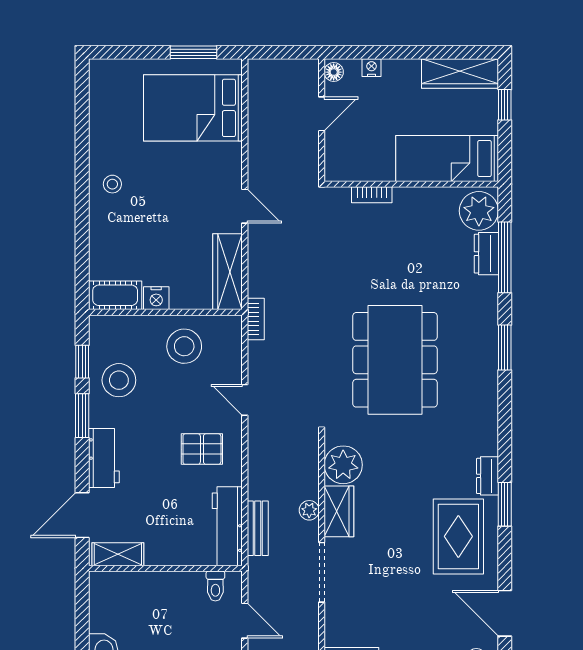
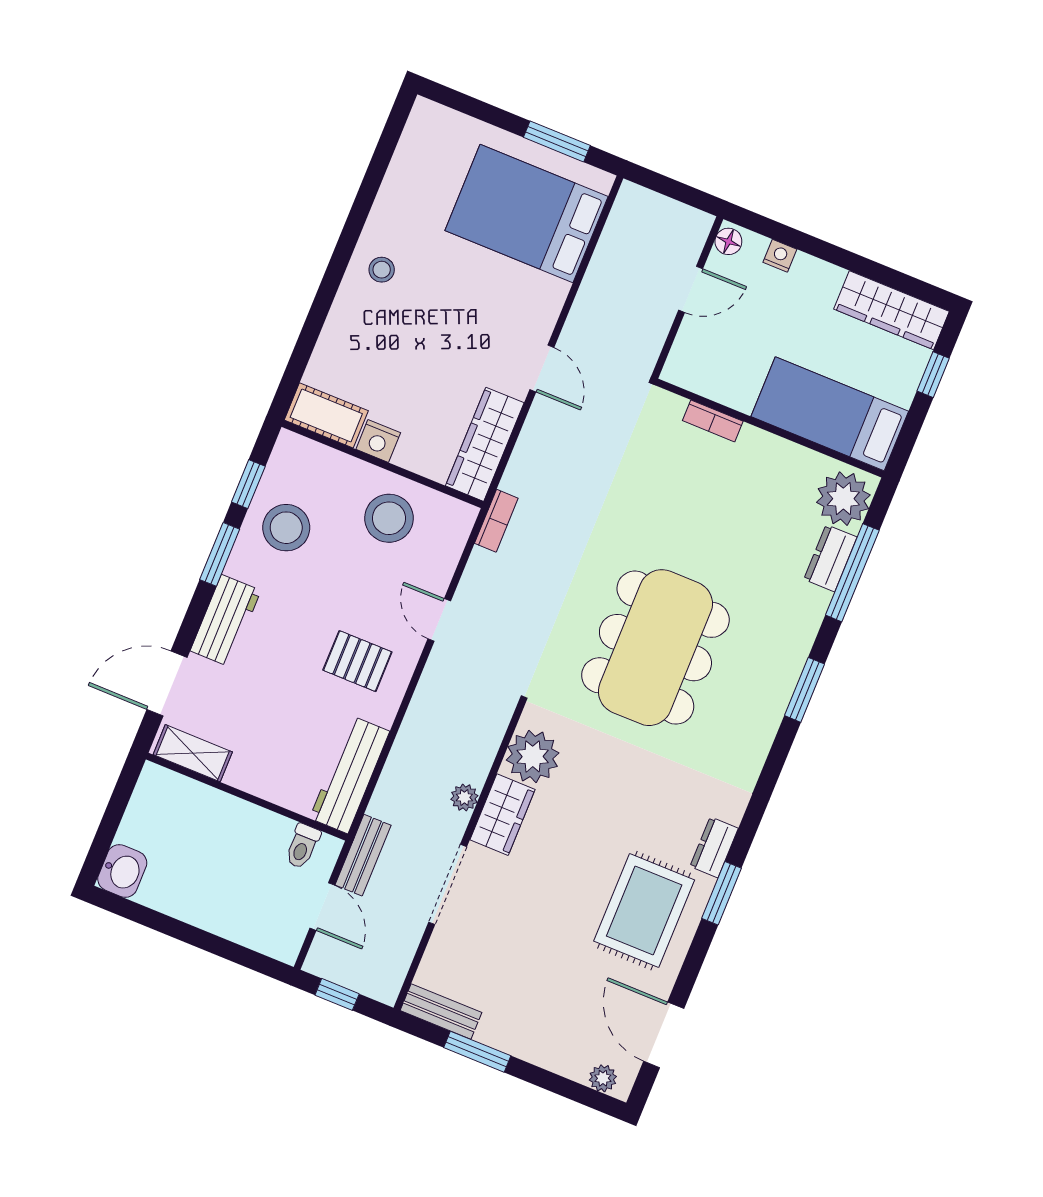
bench: (258, 528) -> (363, 855), moved

